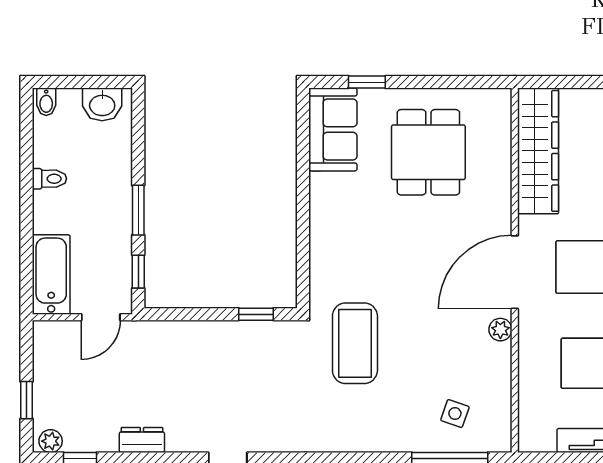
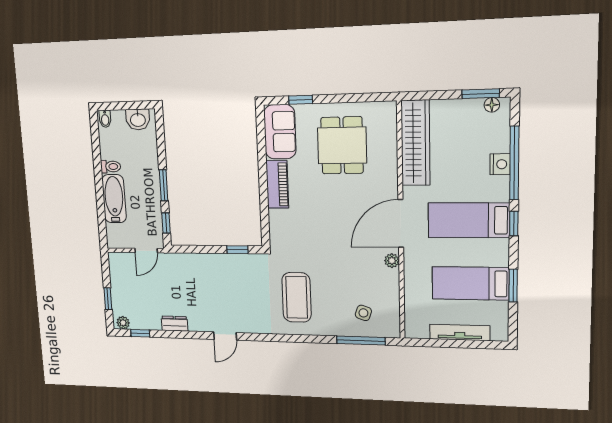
piano: (325, 211) -> (277, 184), added
bathtub: (51, 275) -> (114, 199), moved
coffee table: (355, 343) -> (297, 297), moved

